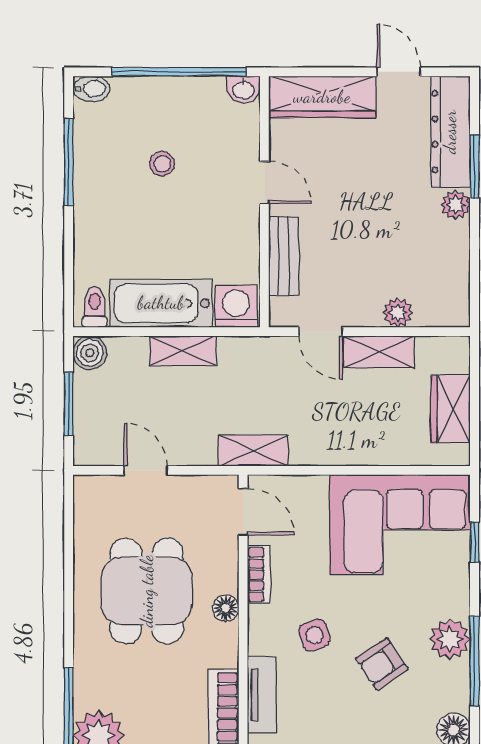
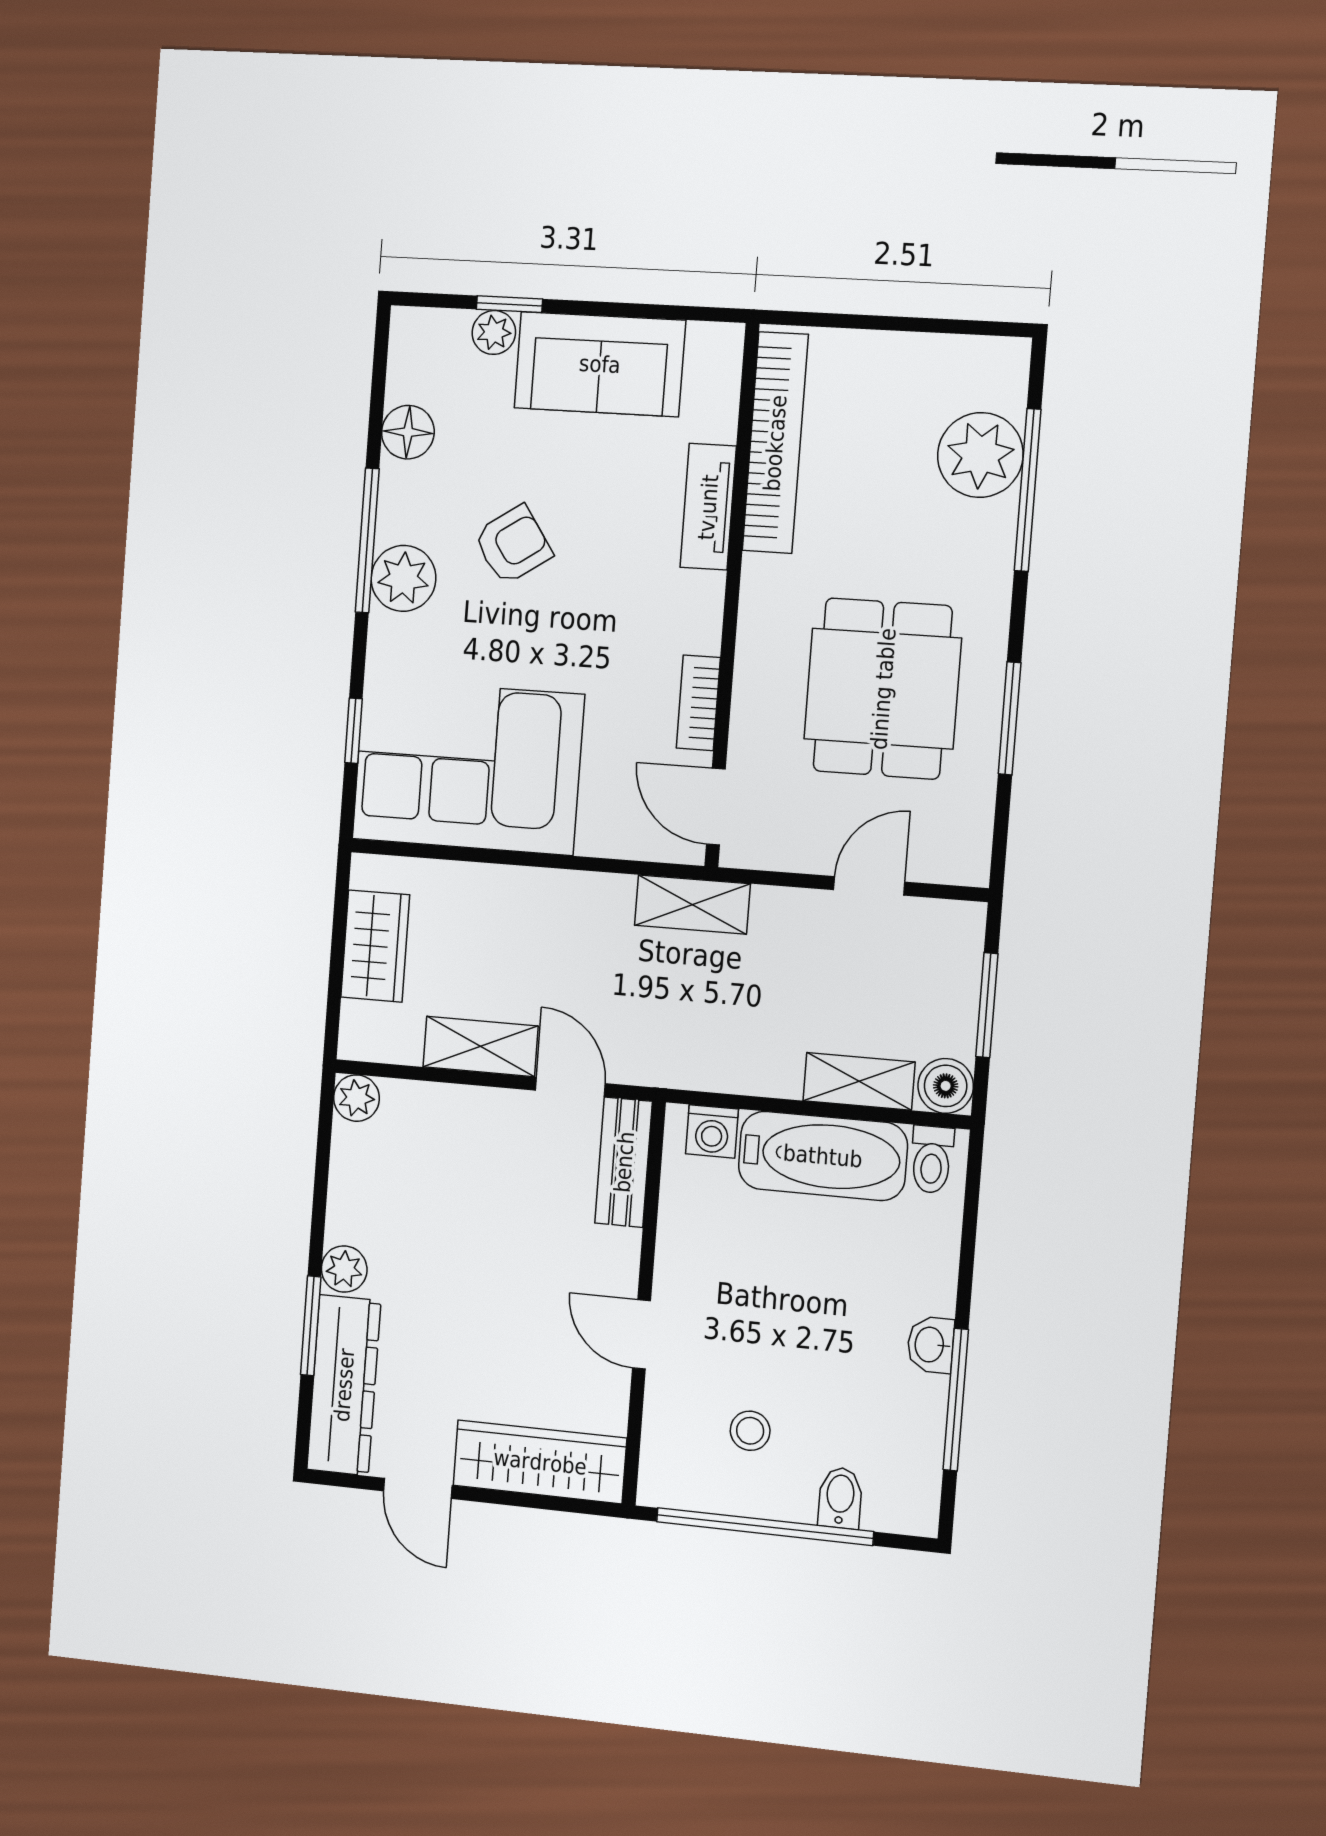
bidet: (91, 89) -> (840, 1498), moved, turned 90
washbasin: (243, 90) -> (931, 1345), moved, turned -90
stool: (162, 164) -> (750, 1431), moved
bench: (284, 256) -> (624, 1162), moved
washing machine: (236, 306) -> (712, 1131), width x0.73, depth x0.73
plant: (398, 313) -> (357, 1098), moved
shelving: (183, 351) -> (859, 1081), moved
door: (146, 470) -> (869, 886), swing flipped
window: (69, 578) -> (1010, 718), added
floor lamp: (226, 608) -> (756, 652), removed
side table: (315, 635) -> (616, 598), removed

